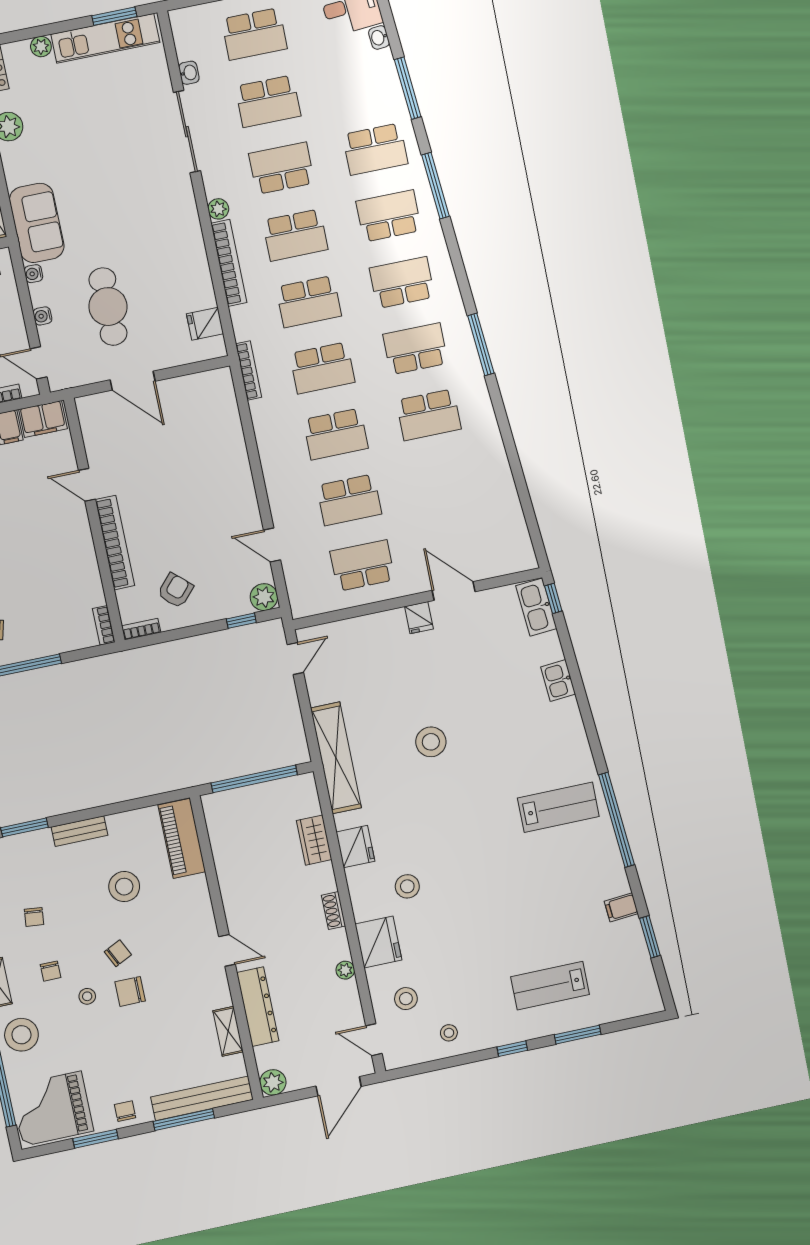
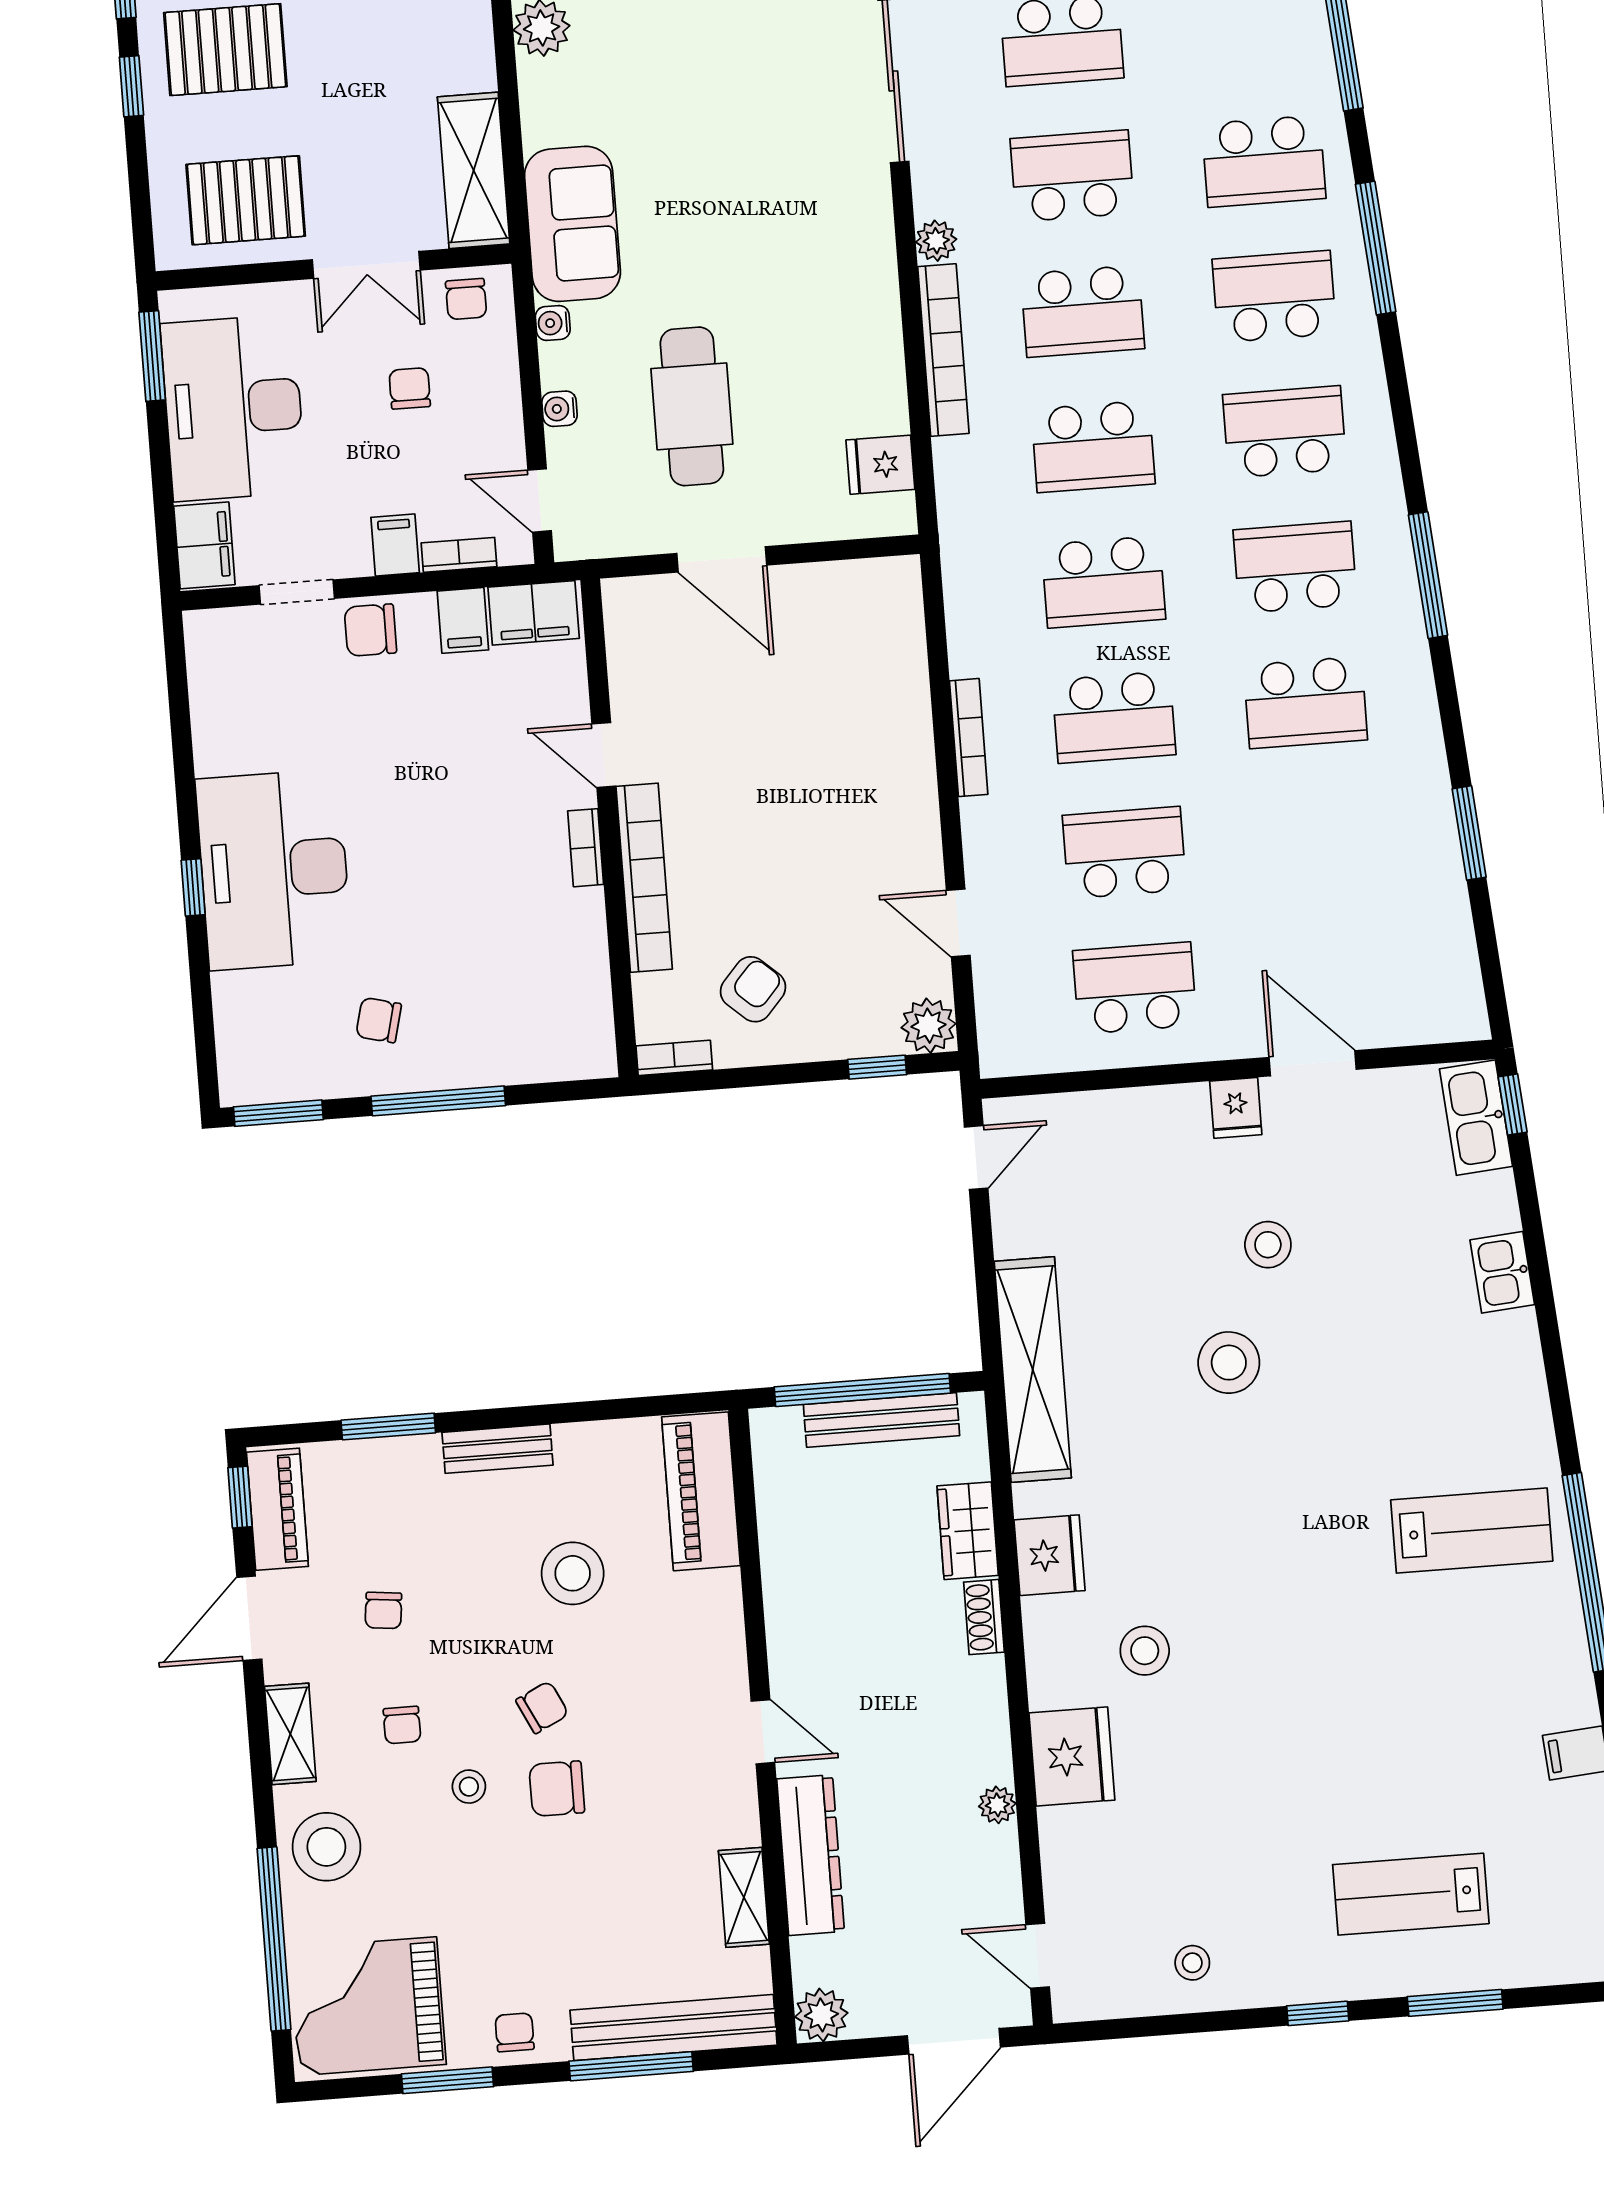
bookcase: (249, 371) -> (969, 738), moved
window: (516, 469) -> (1469, 833), added
school desk: (349, 500) -> (1124, 853), turned 180
bookcase: (104, 625) -> (586, 848), moved
bench: (265, 792) -> (881, 1420), added
shoe rack: (333, 911) -> (984, 1617), moved
stool: (406, 999) -> (1268, 1245), moved

